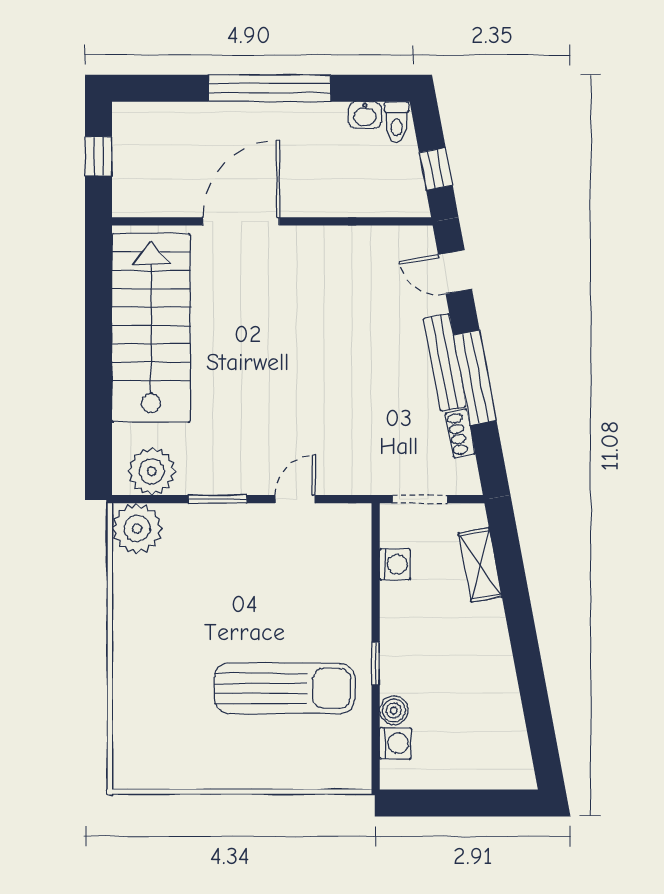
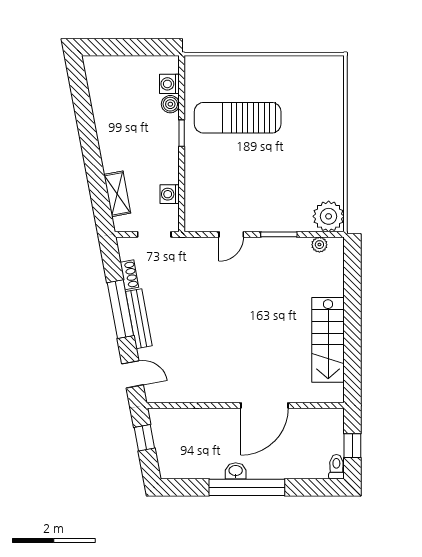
washbasin: (365, 115) -> (236, 471), moved
toilet: (397, 122) -> (336, 467), moved
stairs: (151, 328) -> (328, 340), width x0.73, depth x0.66
plant: (152, 471) -> (319, 245), width x0.53, depth x0.53

